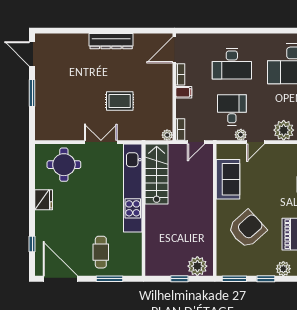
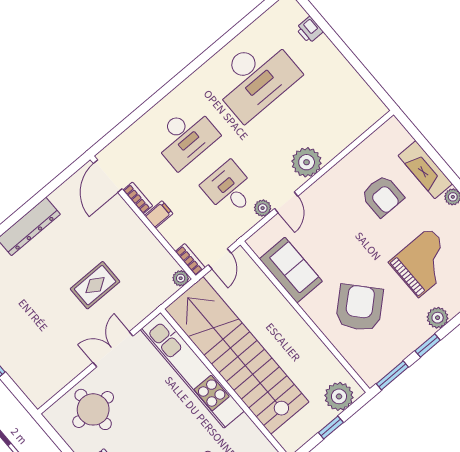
stairs: (157, 174) -> (237, 355), width x1.86, depth x1.51

